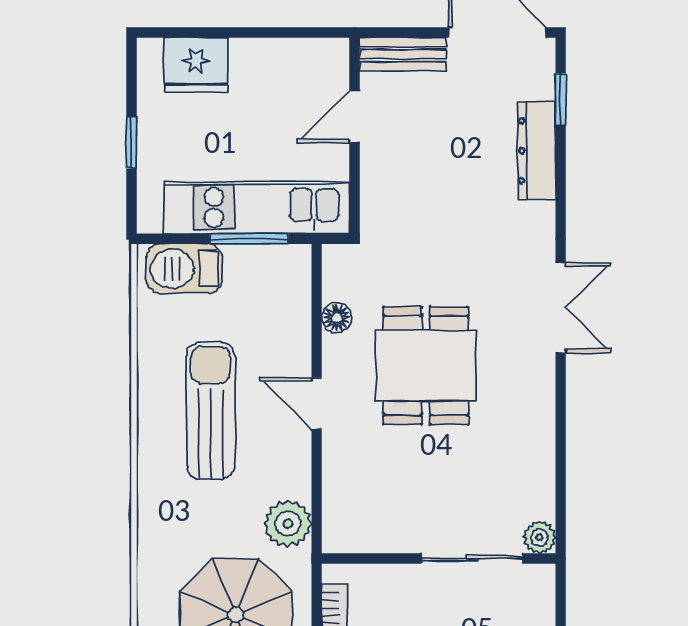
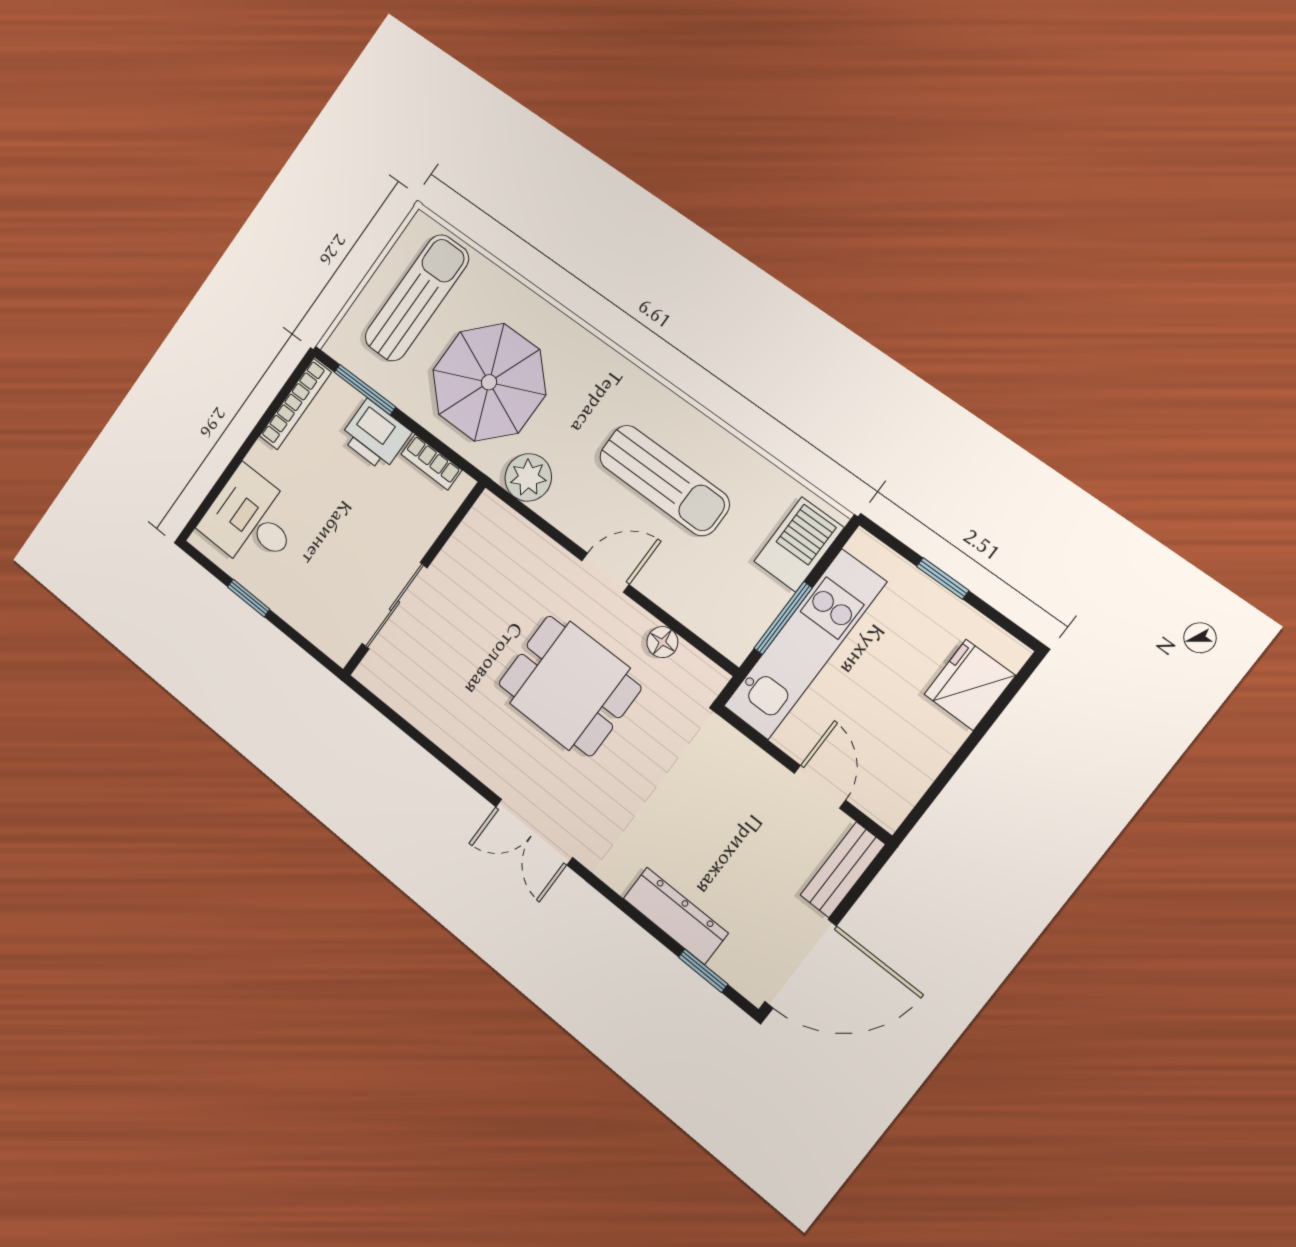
plant: (539, 537) -> (372, 672), removed

